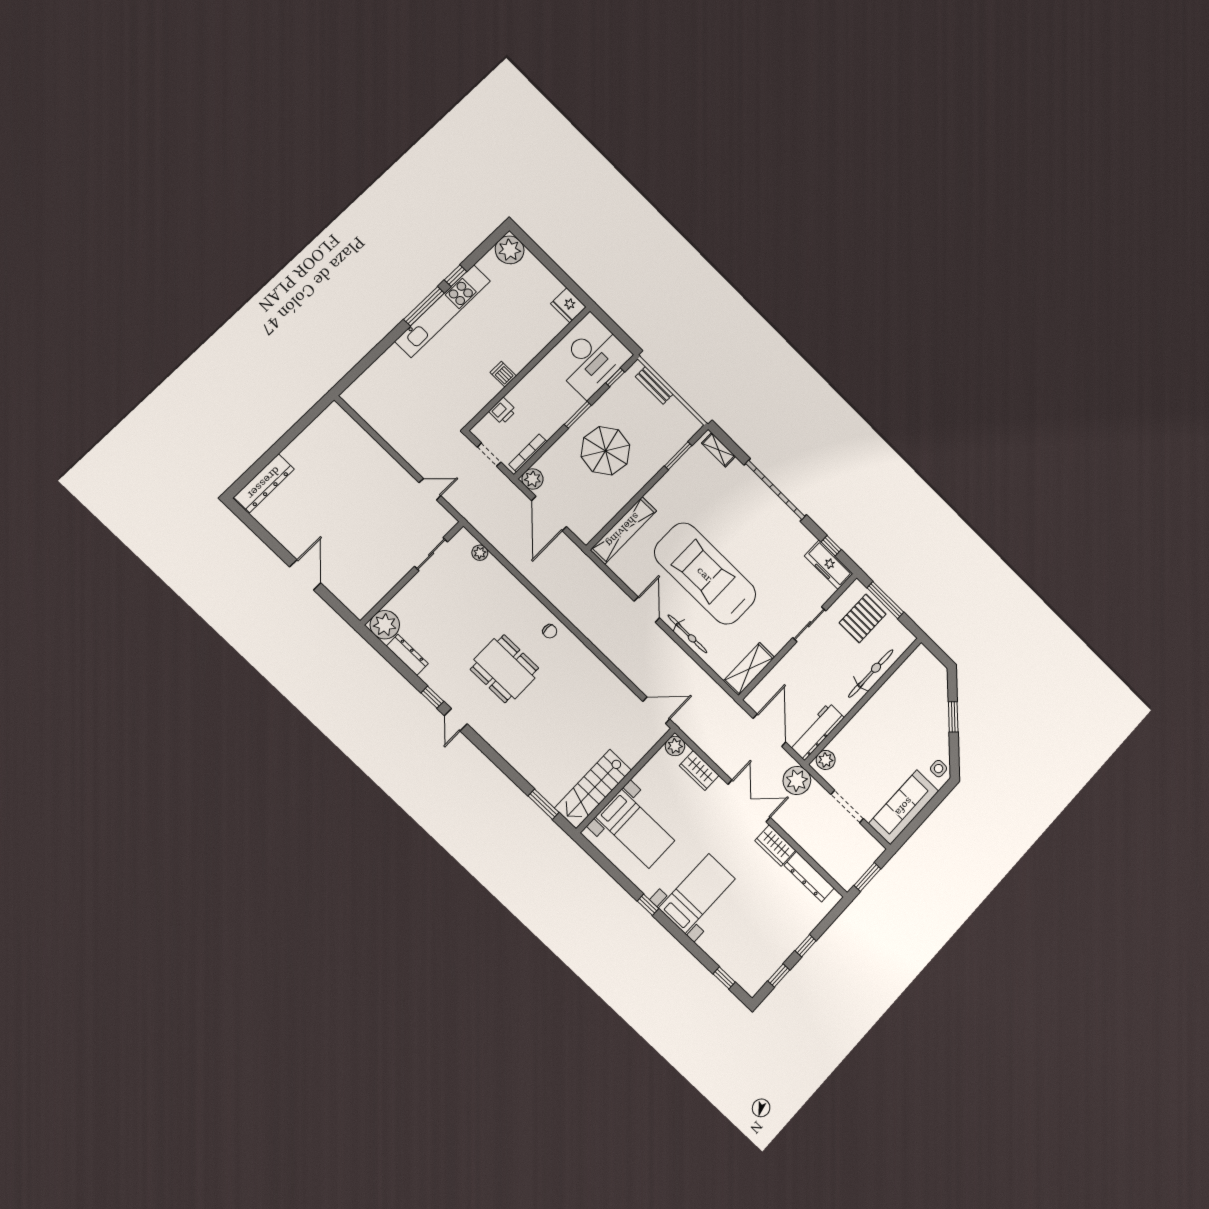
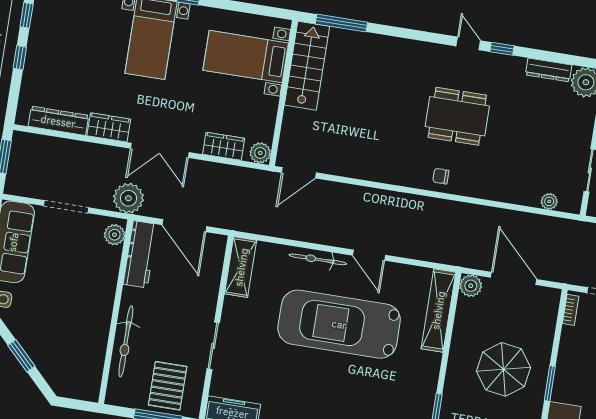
bookcase: (528, 453) -> (571, 310), width x0.64
plant: (533, 479) -> (471, 286), moved
car: (705, 574) -> (339, 324), turned 180
window: (543, 804) -> (341, 23), width x1.44

